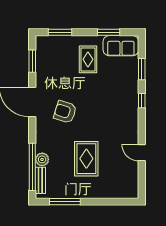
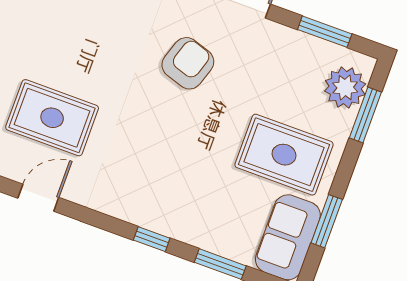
plant: (52, 45) -> (345, 88), added
rug: (88, 59) -> (284, 155), width x1.36, depth x1.43
rug: (86, 159) -> (52, 118), moved

